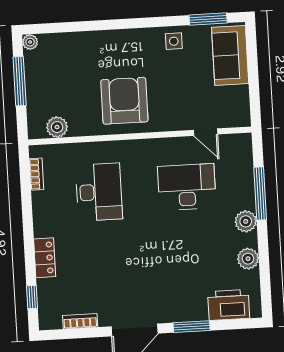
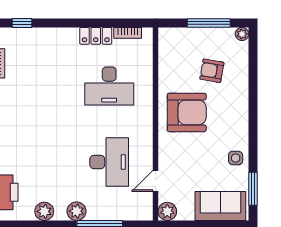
armchair: (74, 74) -> (212, 71), added
plant: (57, 127) -> (167, 211), moved
locker: (45, 258) -> (96, 36), moved

